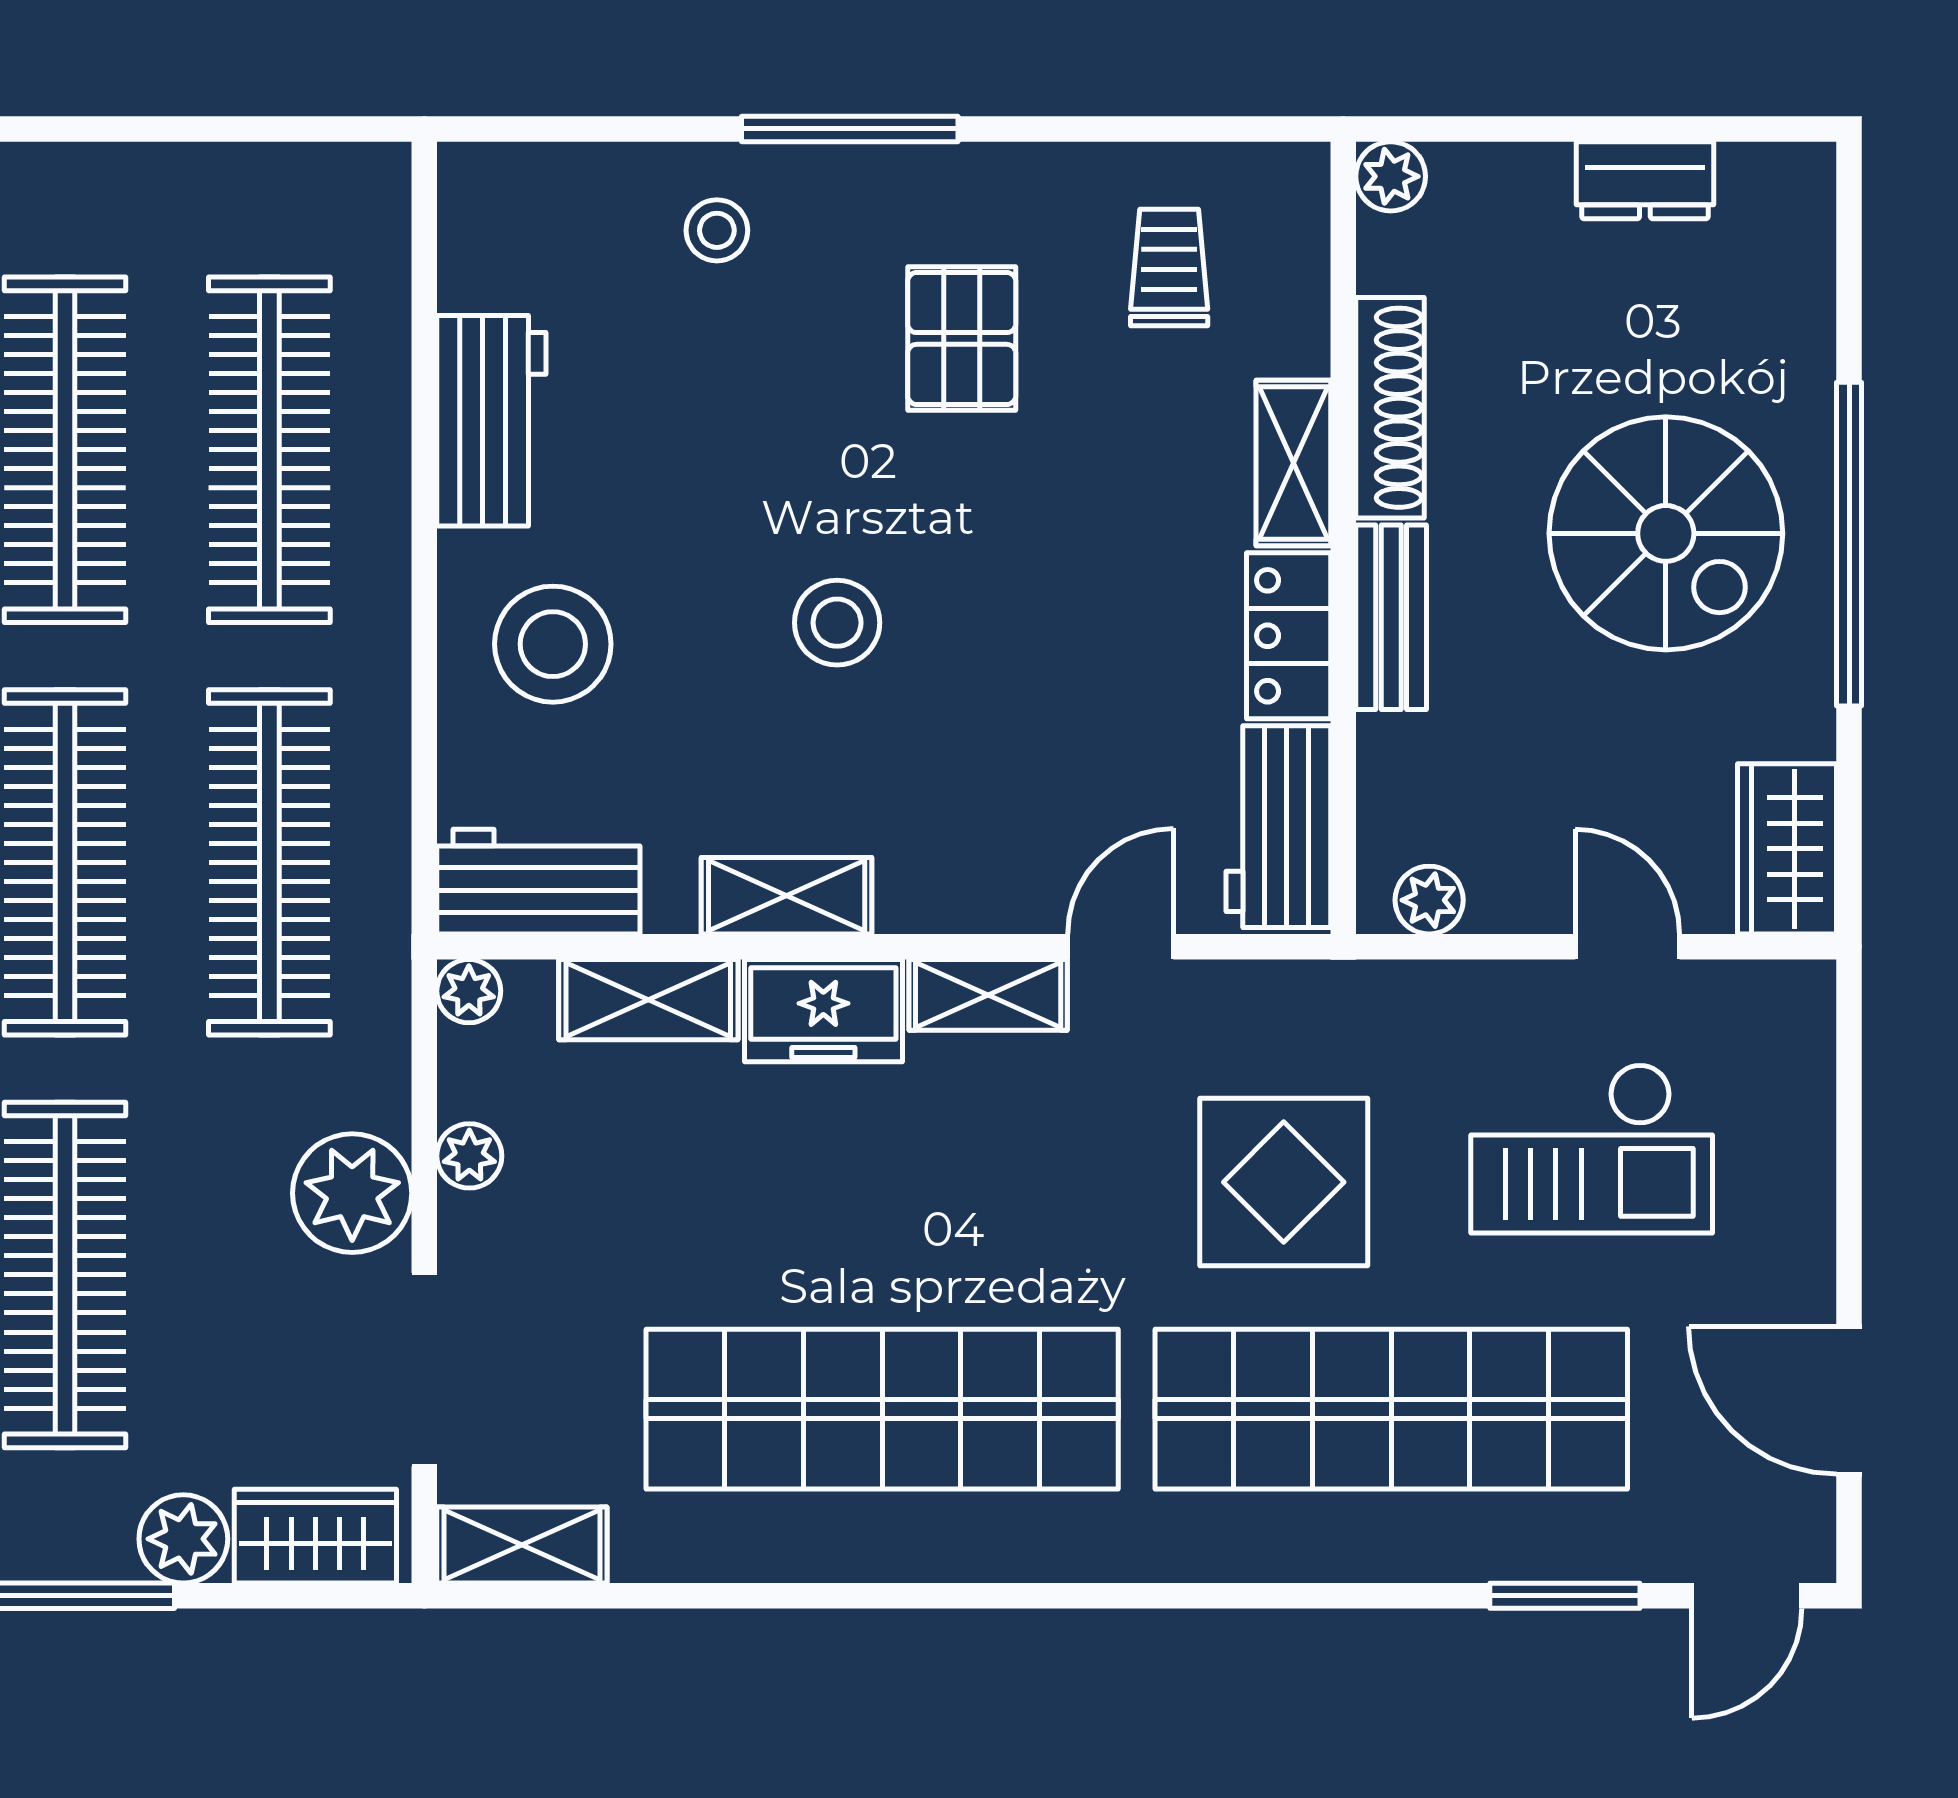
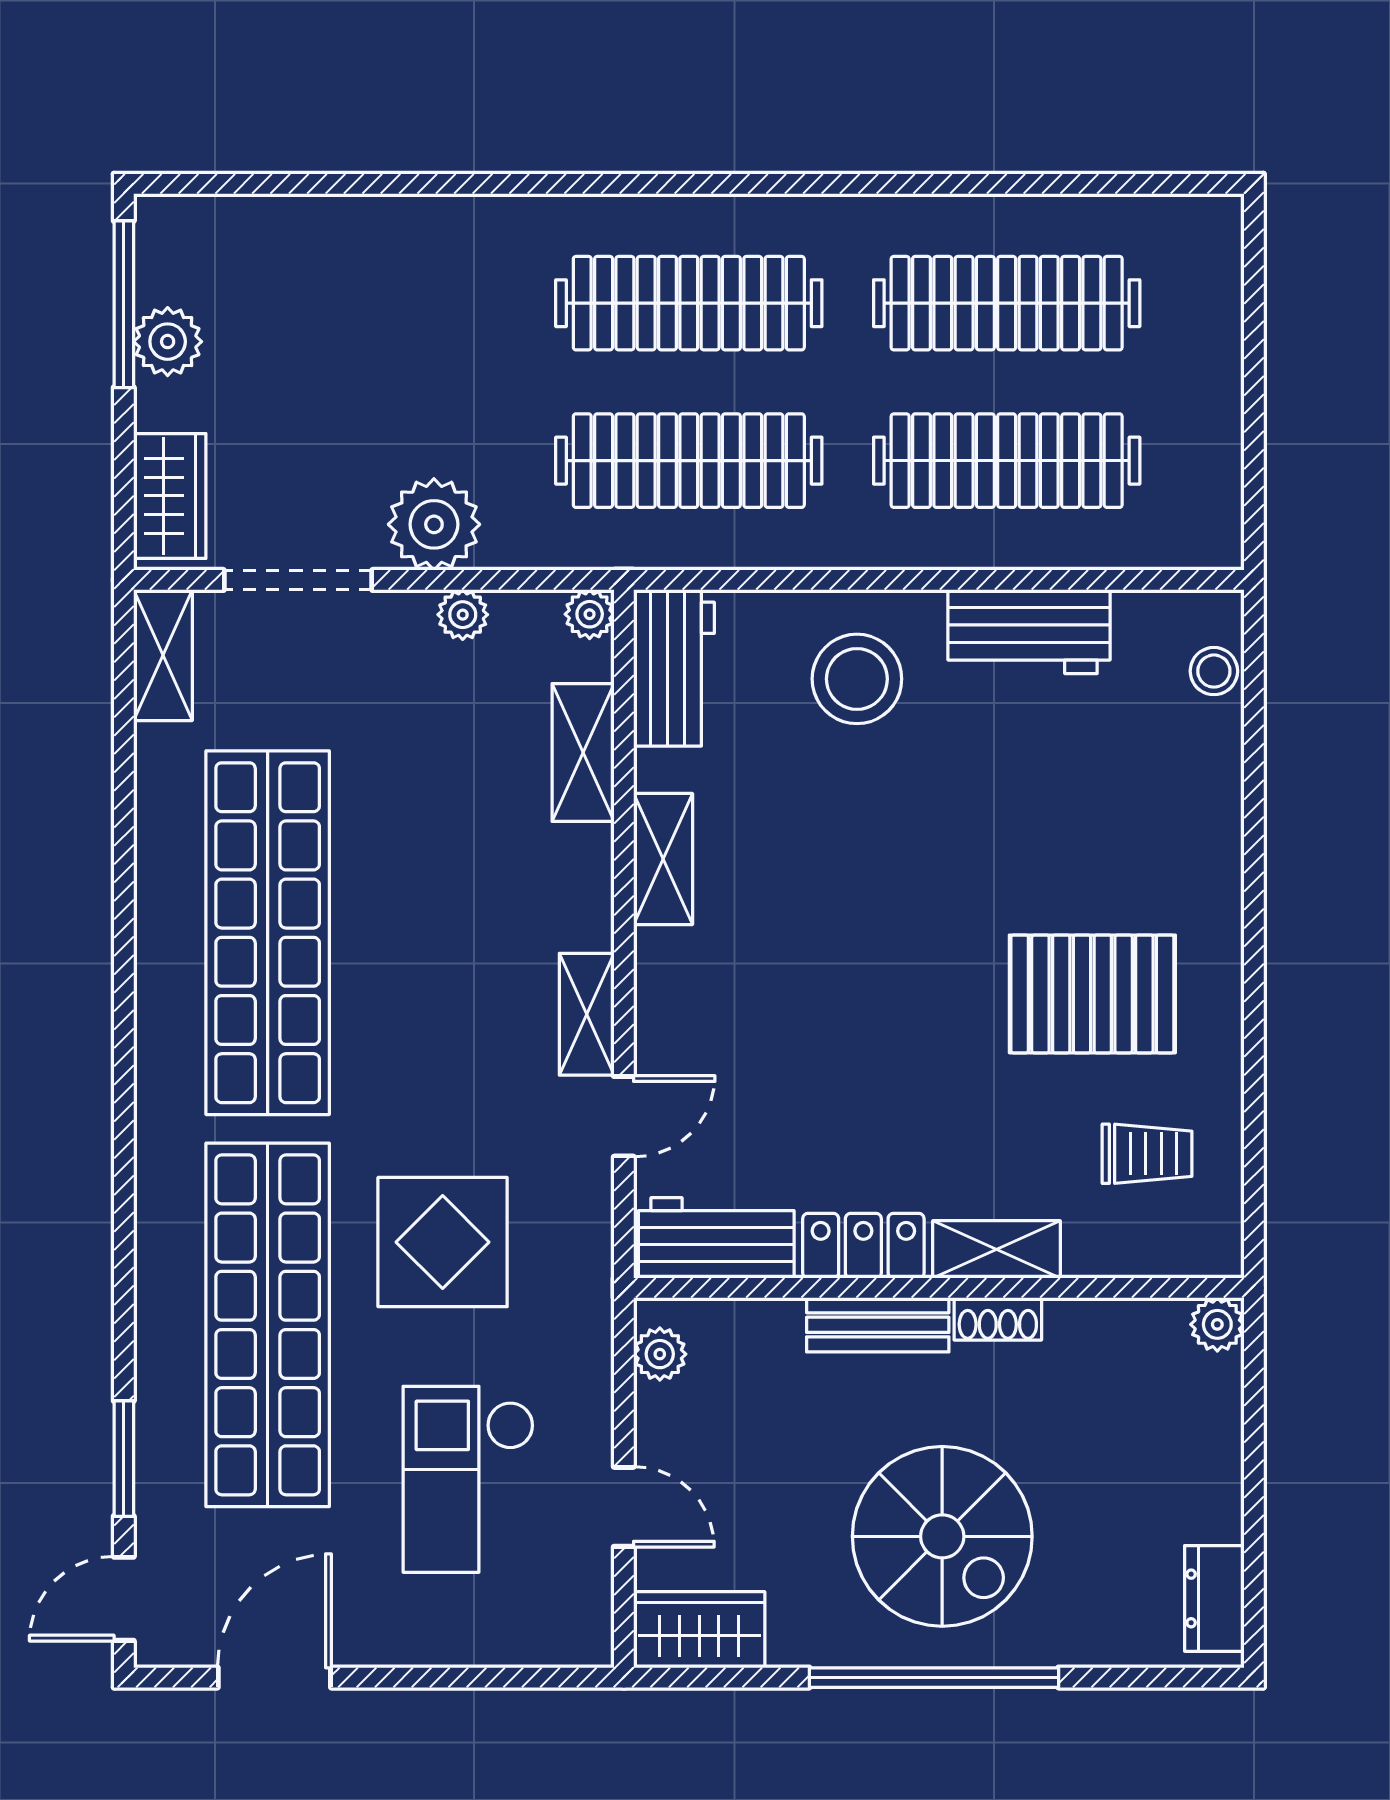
window: (850, 129) -> (1254, 908), removed
dresser: (1645, 180) -> (1214, 1598), moved
stool: (717, 230) -> (1214, 671), moved
pallet: (962, 338) -> (1092, 994), width x1.50, depth x1.42
shoe rack: (1390, 408) -> (998, 1319), width x0.51, depth x0.81
spiral stairs: (1666, 533) -> (942, 1536), turned -90
stool: (837, 623) -> (873, 898), removed
door: (1121, 947) -> (624, 1116), hinge flipped
door: (1627, 947) -> (624, 1507), hinge flipped
freezer: (823, 1011) -> (575, 887), removed
clothes rail: (65, 1275) -> (371, 303), removed
plant: (183, 1539) -> (168, 342), moved
door: (1747, 1596) -> (124, 1599), hinge flipped

